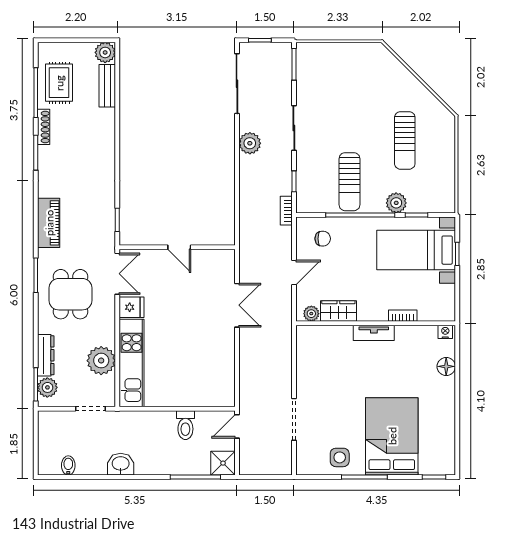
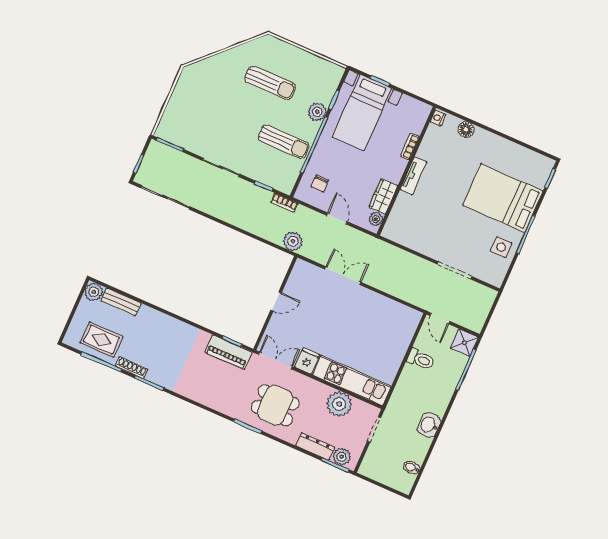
plant: (250, 143) -> (293, 241), moved
piano: (49, 223) -> (228, 352), moved, turned 180
chair: (323, 239) -> (320, 183), turned 180

